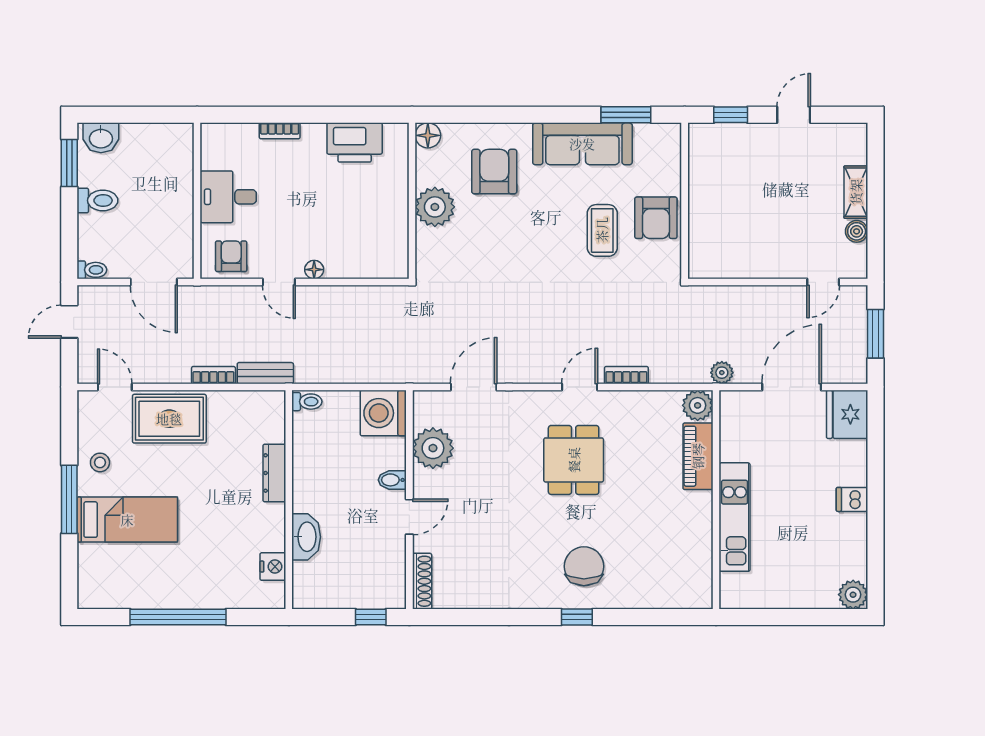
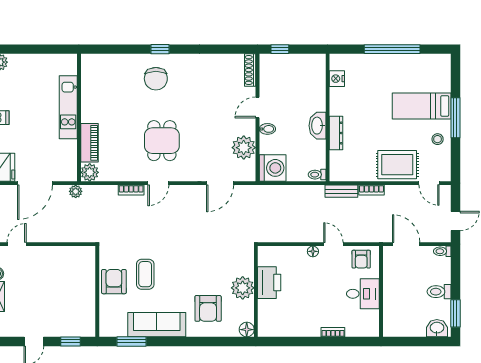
printer: (355, 142) -> (269, 283), moved, turned 90
washbasin: (306, 537) -> (318, 126), moved

